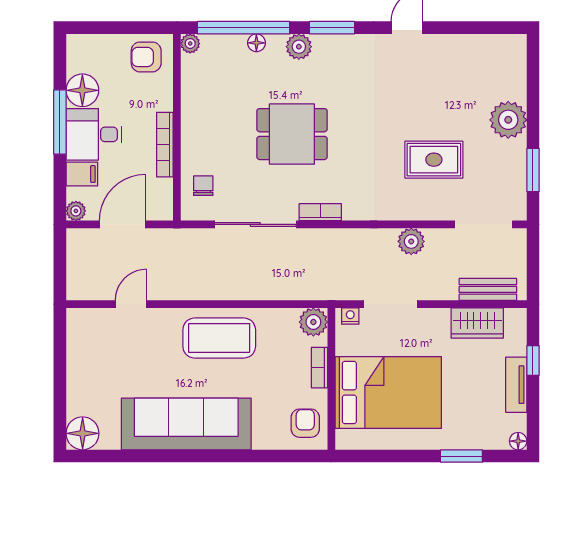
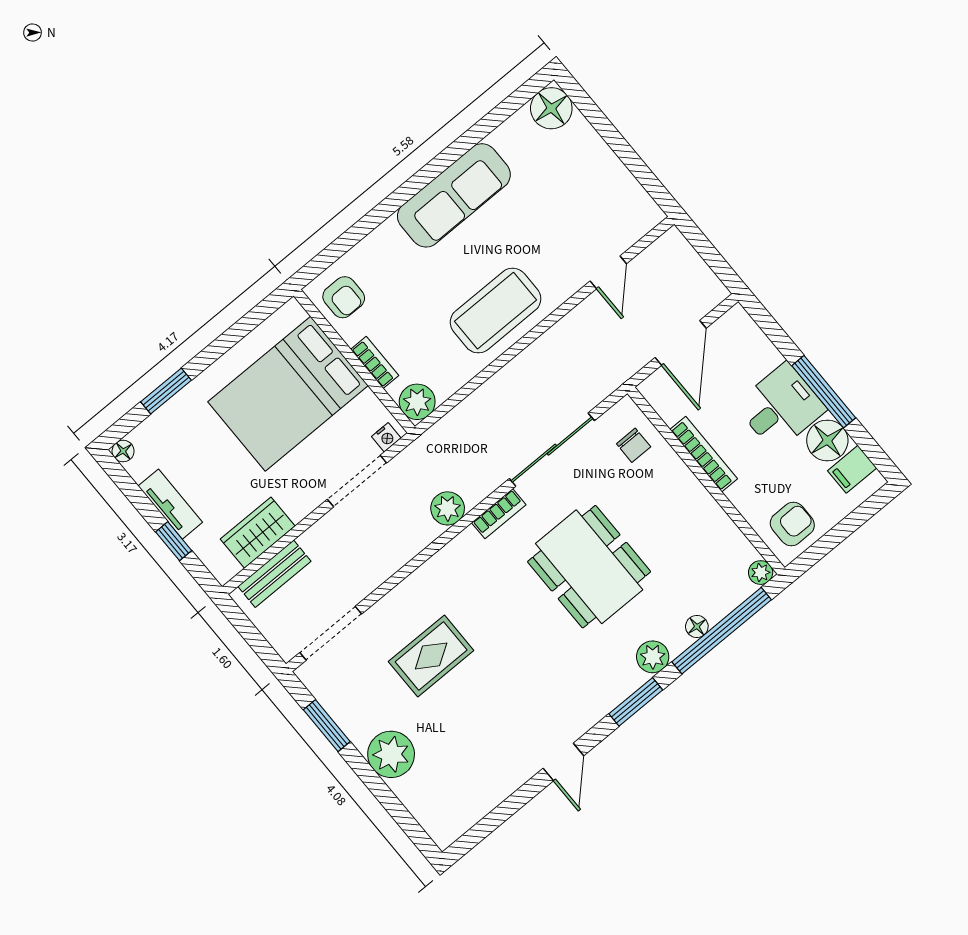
dining table: (292, 134) -> (589, 567), width x1.38
filing cabinet: (82, 174) -> (852, 469), moved
plant: (76, 211) -> (737, 318), removed
plant: (411, 241) -> (448, 508), moved
sofa: (186, 424) -> (454, 195), width x0.74, depth x0.79

